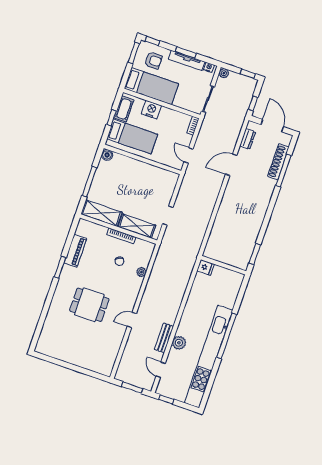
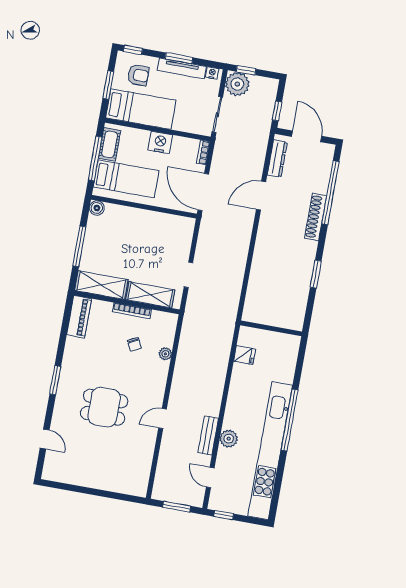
window: (134, 53) -> (108, 85), moved
plant: (224, 73) -> (237, 84), width x1.87, depth x1.87
window: (248, 74) -> (246, 70), moved
nightstand: (151, 110) -> (160, 142), moved
window: (111, 118) -> (95, 158), width x2.17
dresser: (248, 139) -> (277, 159), width x1.44
door: (188, 155) -> (203, 192), width x1.87
shoe rack: (278, 162) -> (316, 217), moved
window: (283, 171) -> (330, 193), width x1.46
piano: (75, 251) -> (79, 317), moved
window: (255, 254) -> (316, 274), moved
window: (60, 267) -> (55, 380), moved
fridge: (205, 267) -> (245, 355), moved
door: (41, 322) -> (45, 439), added

